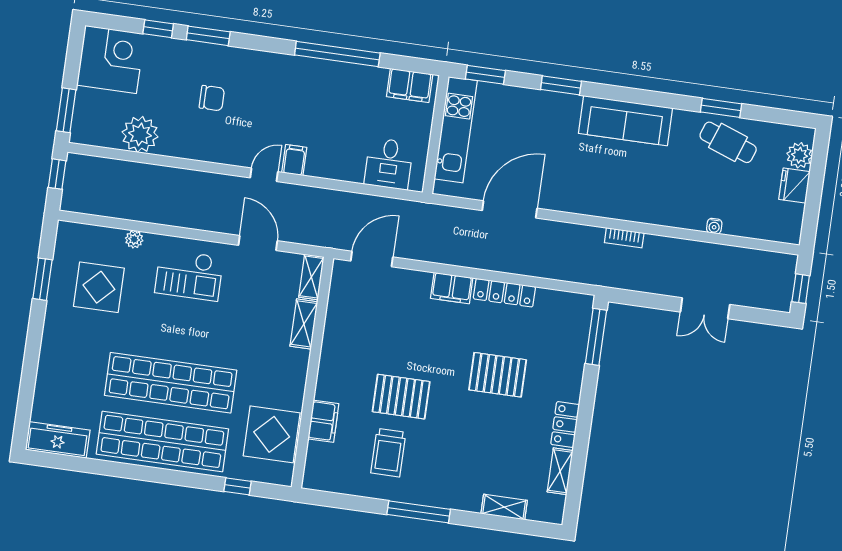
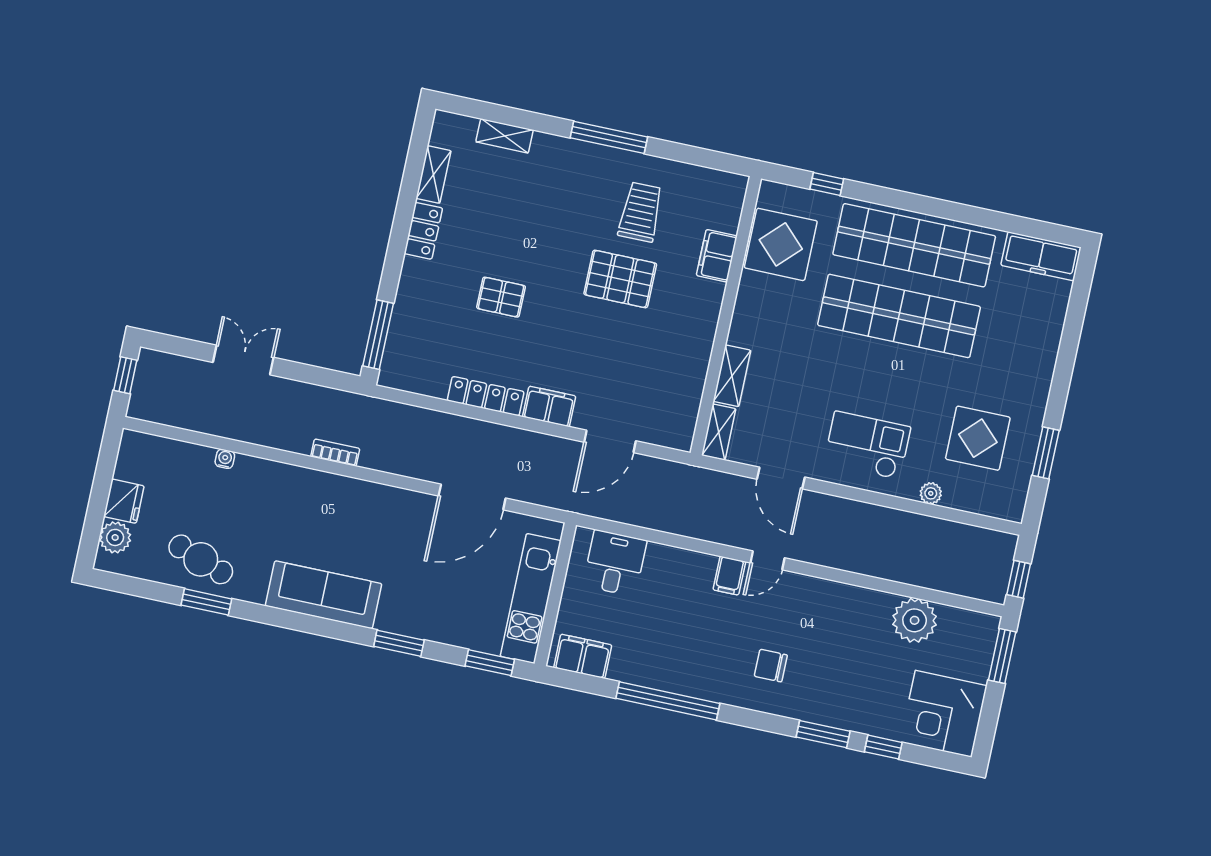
chair: (212, 98) -> (771, 666), moved
door: (372, 259) -> (610, 441), moved
pallet: (498, 375) -> (501, 297), width x0.67, depth x0.71

